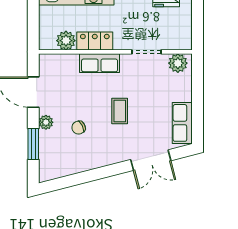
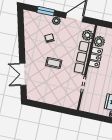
row of seats: (100, 63) -> (83, 57), width x1.48
plant: (178, 63) -> (87, 35), moved
row of seats: (182, 123) -> (40, 96), removed

